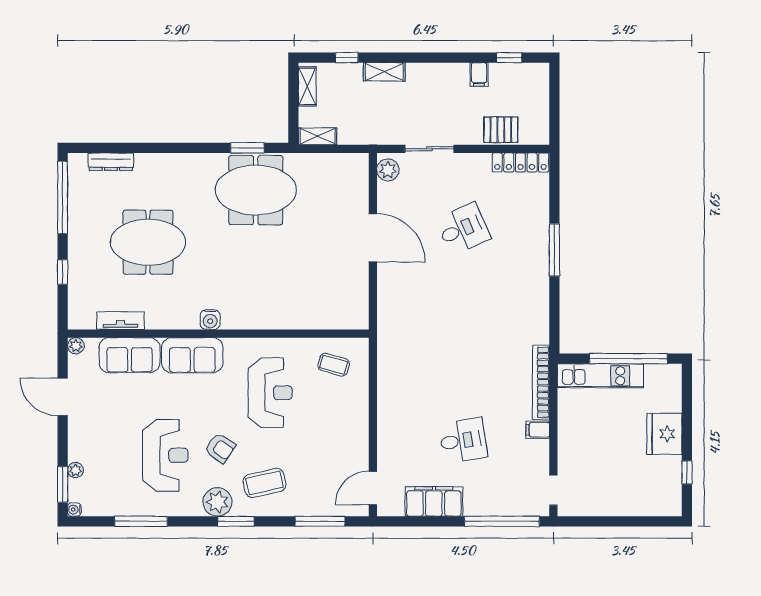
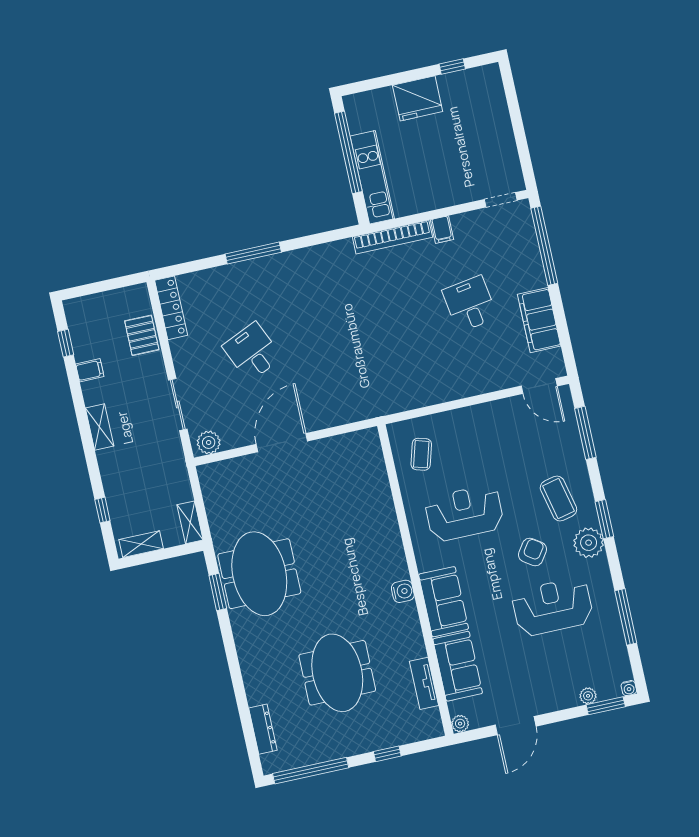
shelving: (384, 72) -> (100, 427), moved

